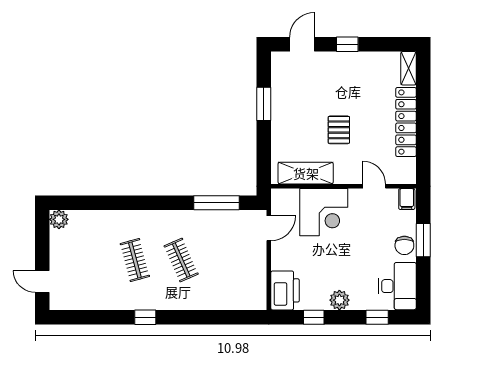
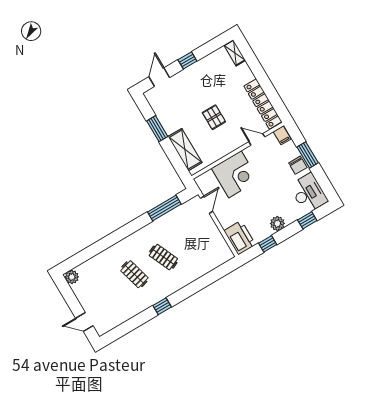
locker: (406, 122) -> (263, 104), moved
shelving: (306, 173) -> (185, 150), moved, turned 90

